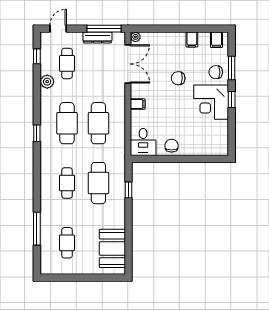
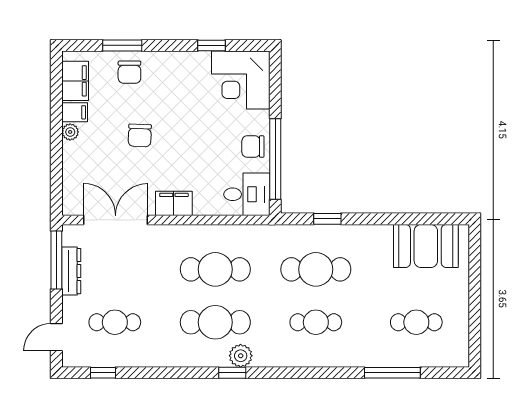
door: (58, 29) -> (56, 337), hinge flipped
plant: (135, 37) -> (70, 132), moved
filing cabinet: (216, 40) -> (75, 81), width x2.00
plant: (47, 82) -> (241, 356), moved
window: (232, 99) -> (211, 45), moved
corner desk: (211, 102) -> (241, 80), moved, turned 90
filing cabinet: (138, 104) -> (174, 203), width x2.00
window: (164, 159) -> (275, 159), added

